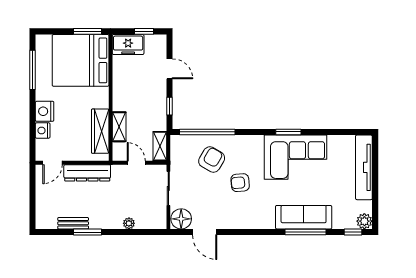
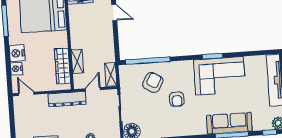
window: (170, 106) -> (116, 42), removed
door: (52, 163) -> (26, 94), swing flipped
door: (136, 163) -> (93, 89), hinge flipped
dresser: (87, 173) -> (67, 99), moved
armchair: (240, 183) -> (177, 99), turned -85

